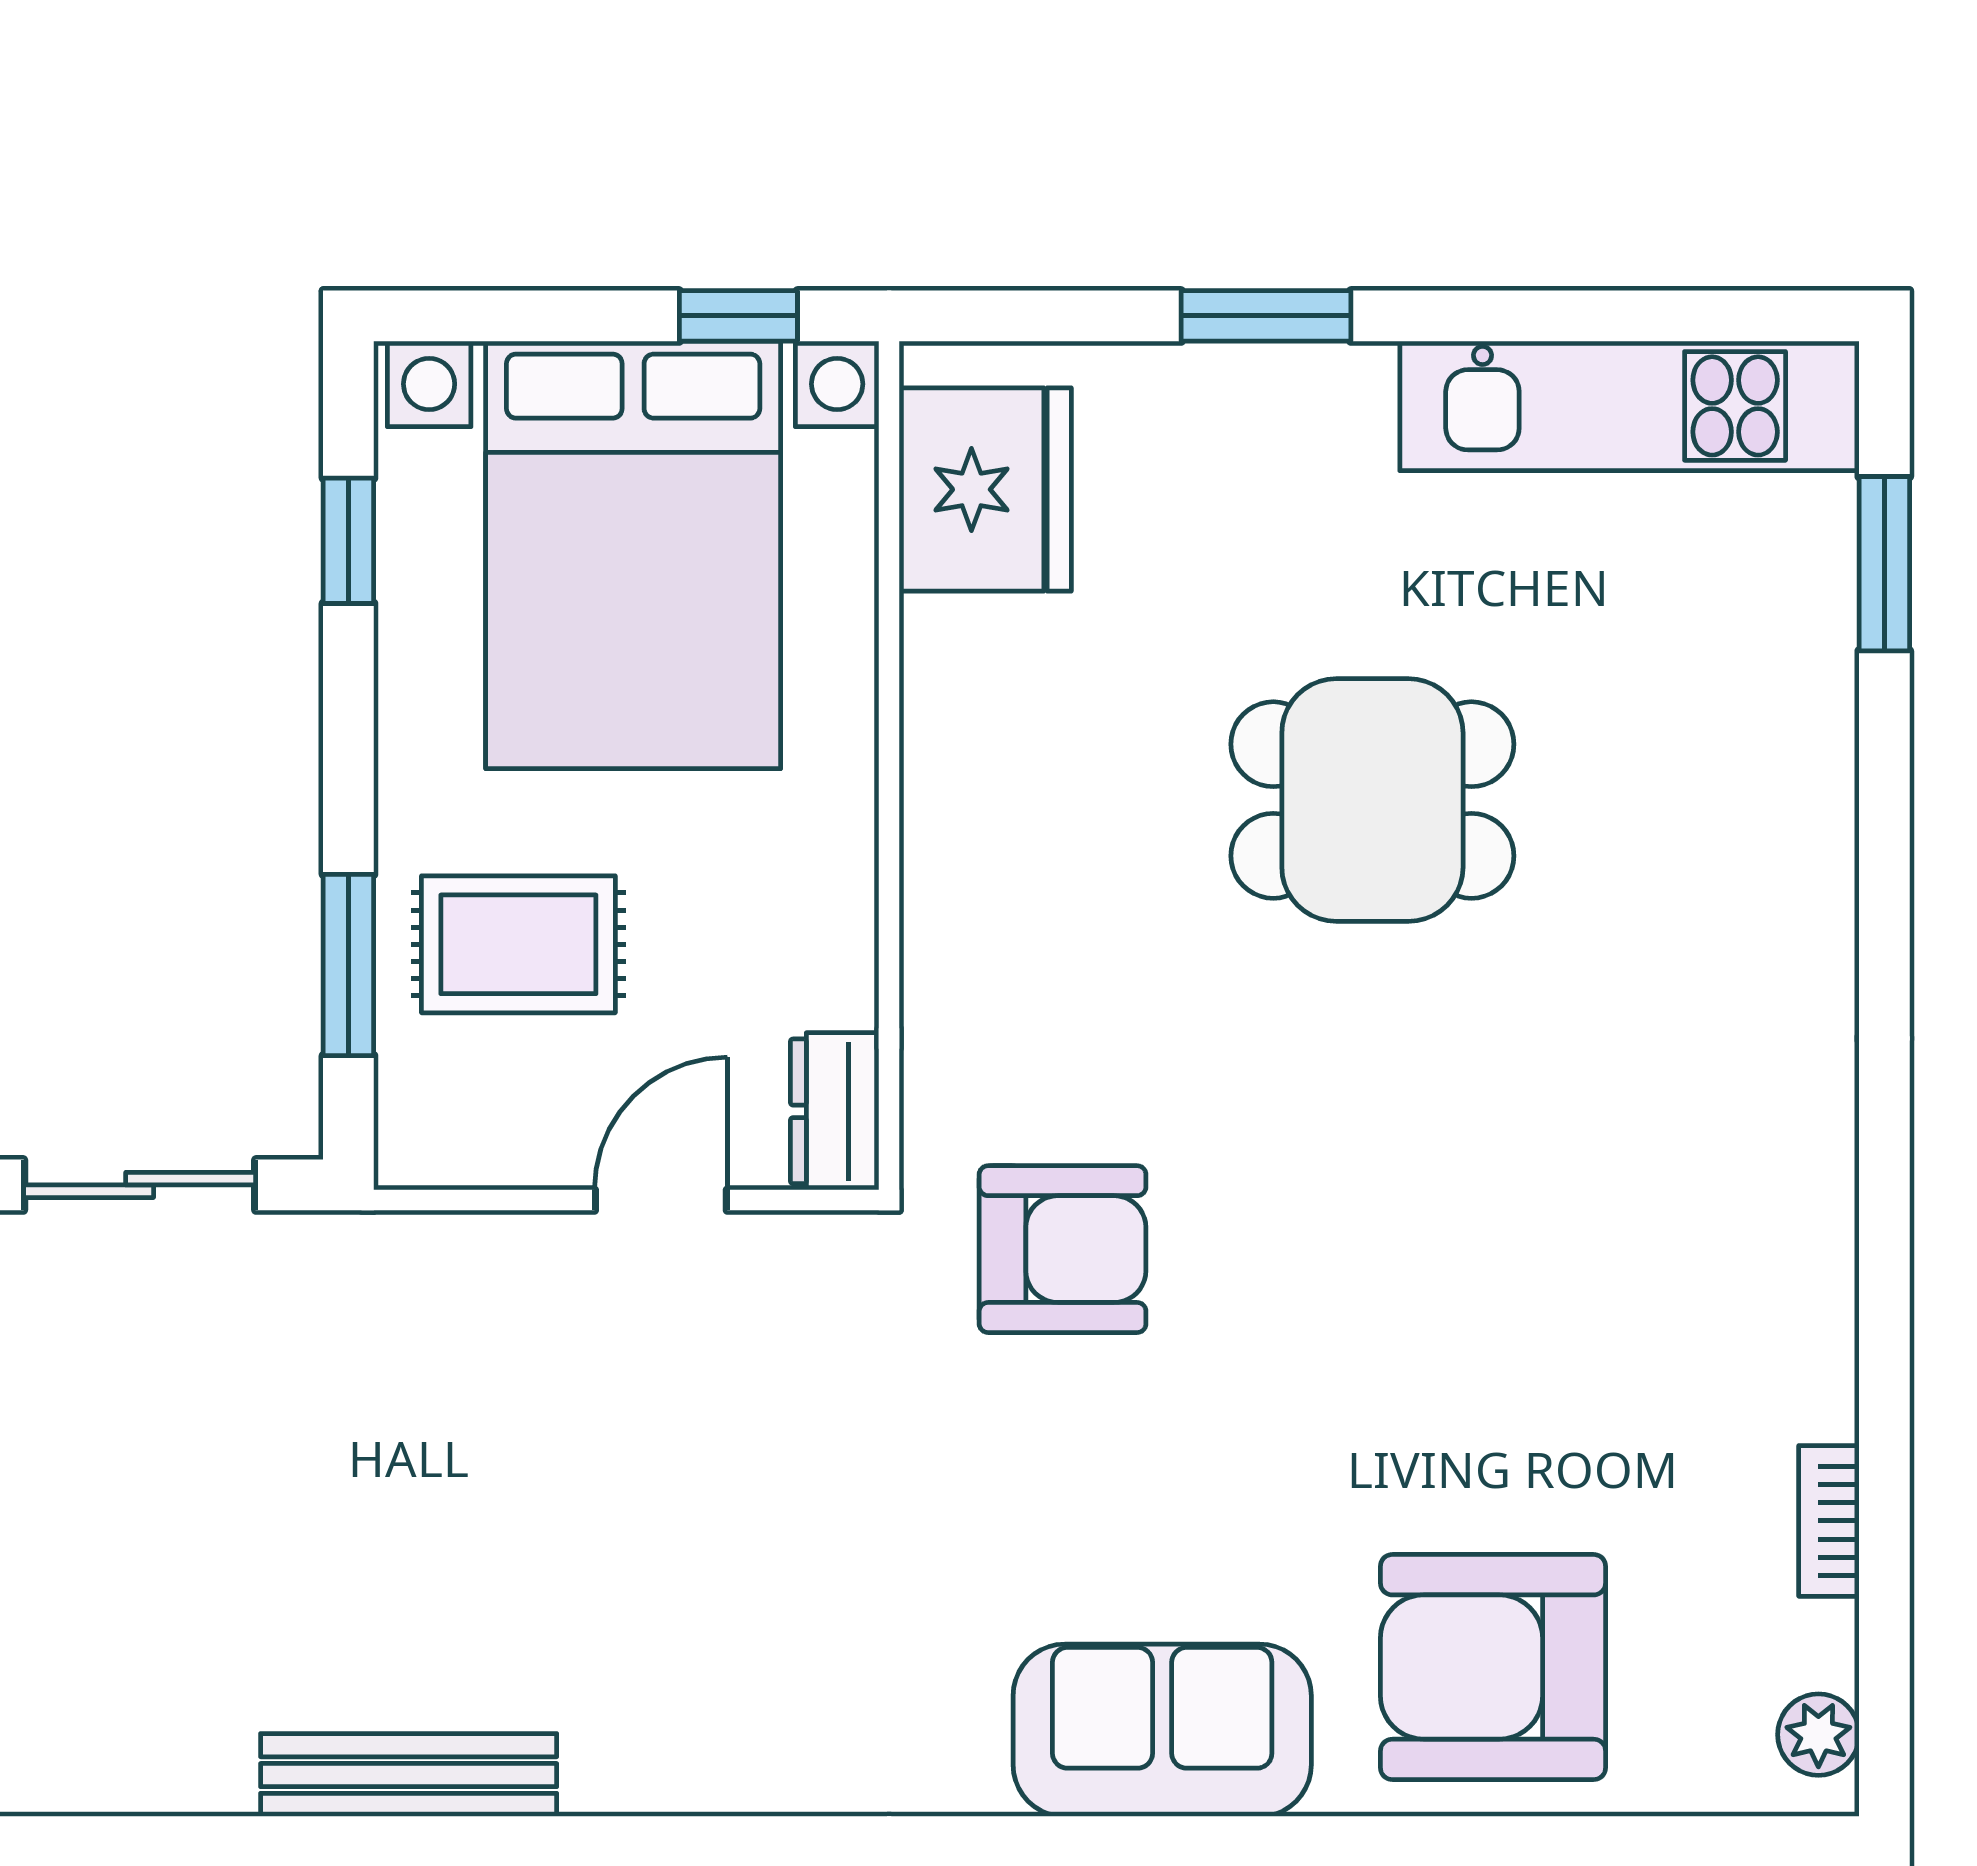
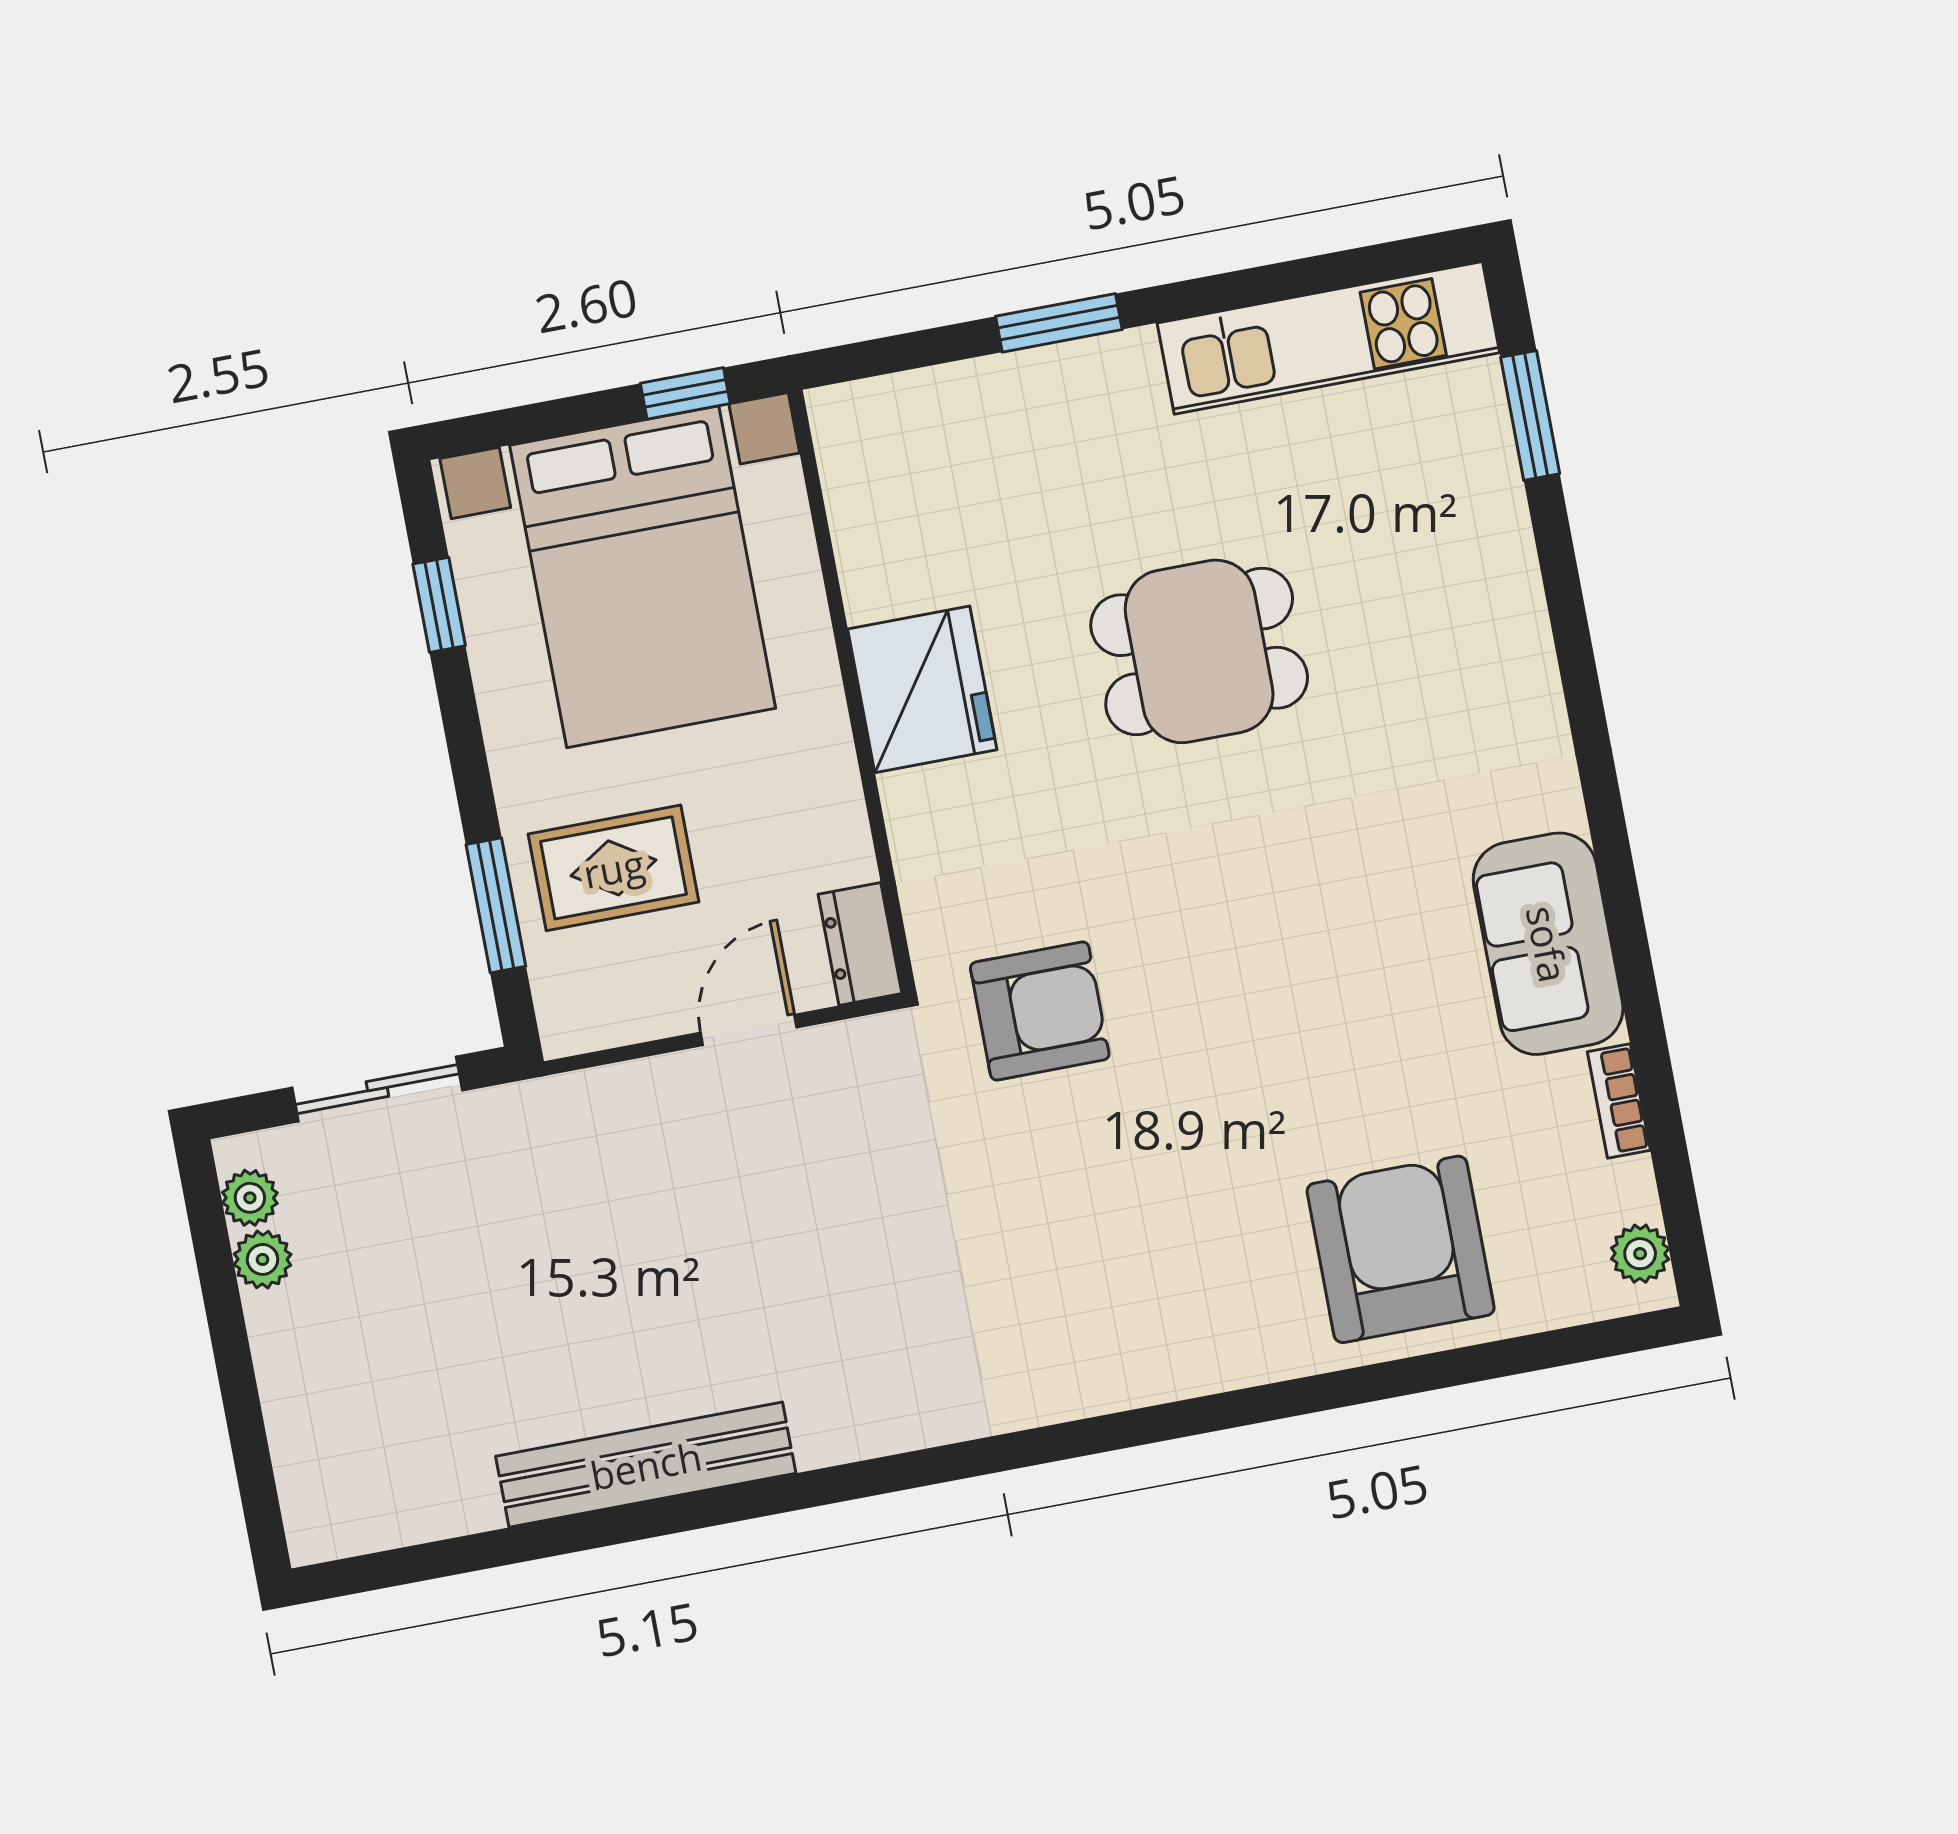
fridge: (985, 489) -> (922, 689), moved
armchair: (1493, 1667) -> (1401, 1249), turned 90
sofa: (1162, 1730) -> (1548, 944), moved, turned -90
bench: (409, 1775) -> (646, 1465), width x1.37, depth x1.21

